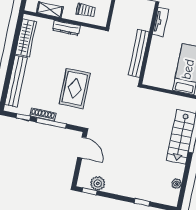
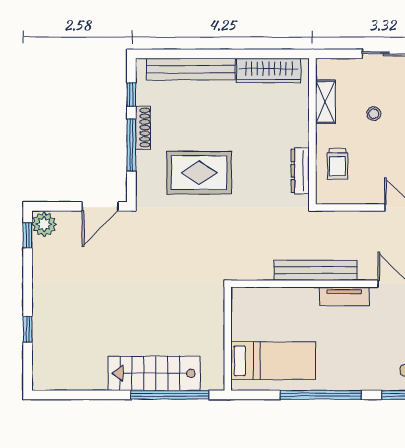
dresser: (66, 28) -> (300, 171), moved
bench: (139, 53) -> (316, 270), moved
plant: (98, 183) -> (44, 224), moved
plant: (177, 184) -> (72, 382), removed

